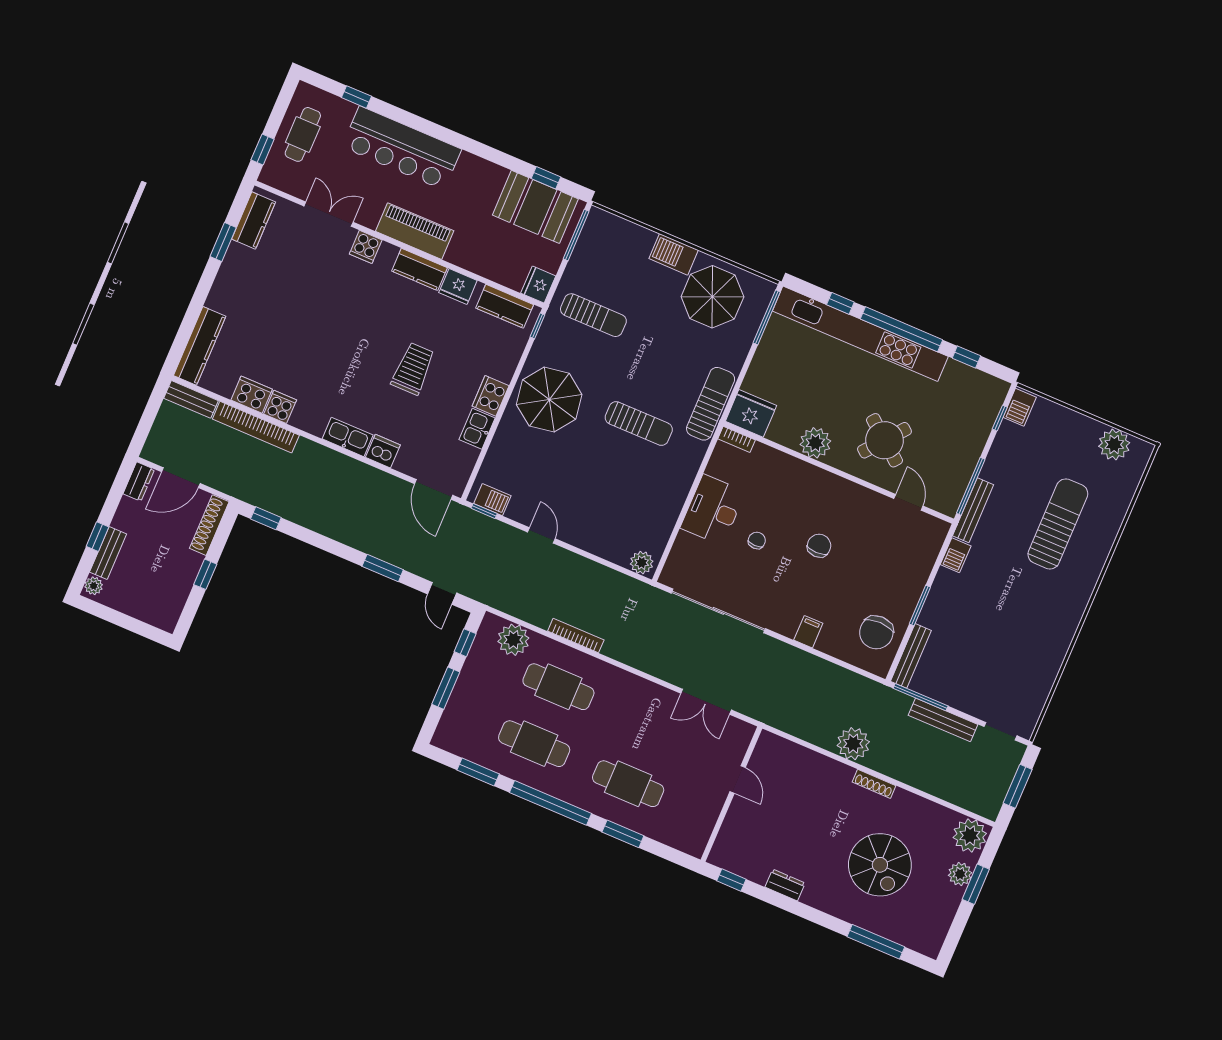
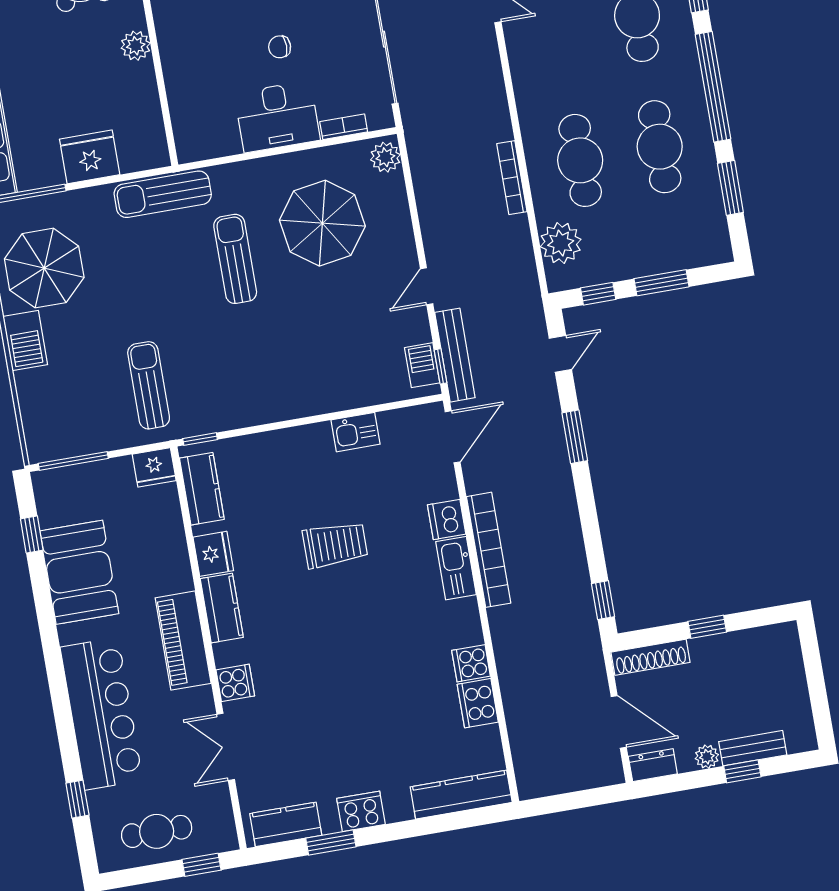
booth: (535, 207) -> (79, 572), moved
trolley: (413, 369) -> (335, 545), turned 180
cooker: (491, 396) -> (361, 811), moved, turned 180
bench: (191, 399) -> (455, 355), moved, width x1.36
parasol: (549, 400) -> (322, 223), moved
fridge: (751, 413) -> (90, 157), moved, turned 90
bookcase: (256, 427) -> (489, 550), moved
bookcase: (736, 439) -> (344, 127), moved, turned -90
plant: (815, 443) -> (136, 46), width x0.73, depth x0.73
plant: (94, 586) -> (707, 757), moved

